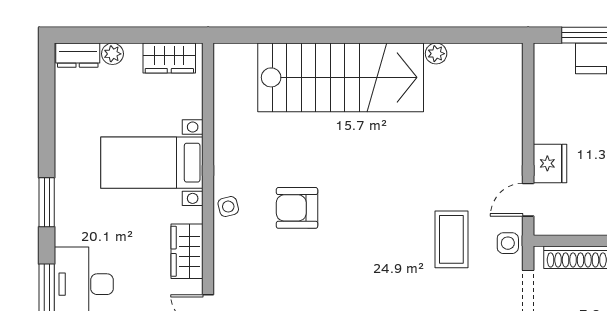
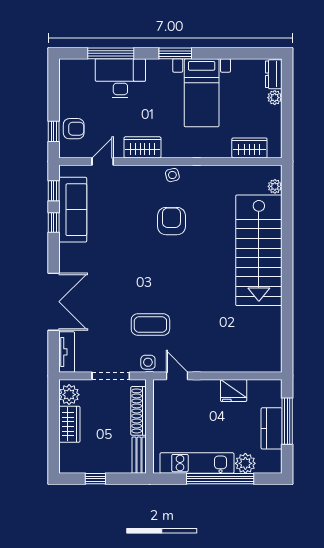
plant: (436, 54) -> (275, 186), moved
wardrobe: (169, 58) -> (249, 148), moved, turned 90
bed with nightstands: (152, 163) -> (202, 93), moved, turned 180
fridge: (550, 163) -> (234, 391), moved

